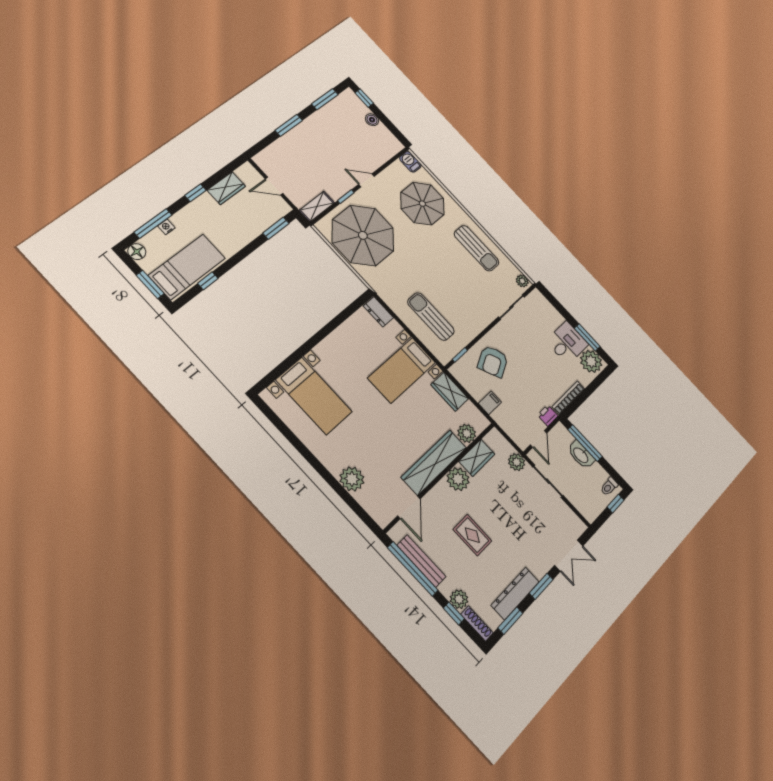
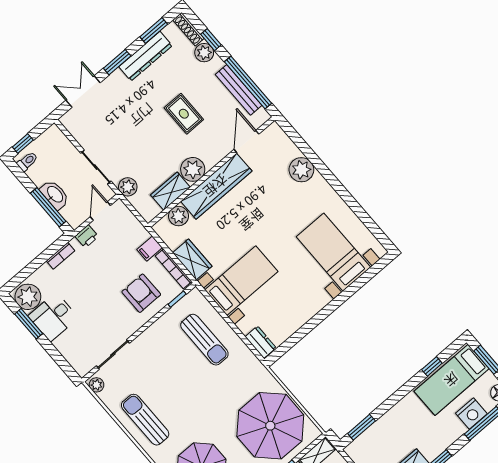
nightstand: (166, 227) -> (471, 414), width x1.89, depth x1.79
armchair: (493, 361) -> (141, 293), turned -64
bookcase: (466, 383) -> (174, 269), added
bookcase: (568, 398) -> (60, 256), width x0.64

